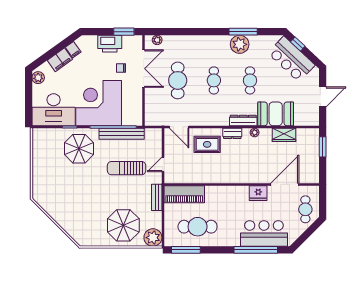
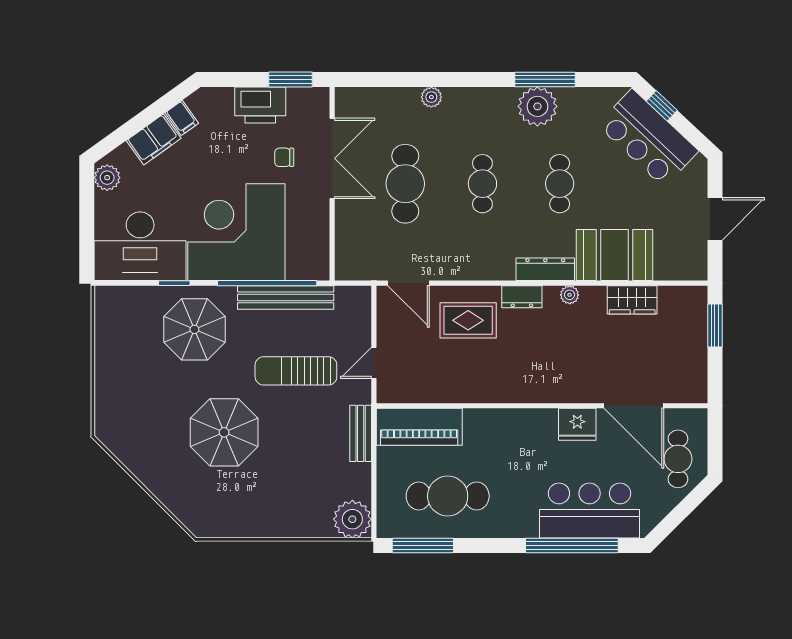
plant: (157, 40) -> (431, 97), moved
door: (285, 184) -> (634, 406), swing flipped
parasol: (123, 225) -> (224, 432), moved

